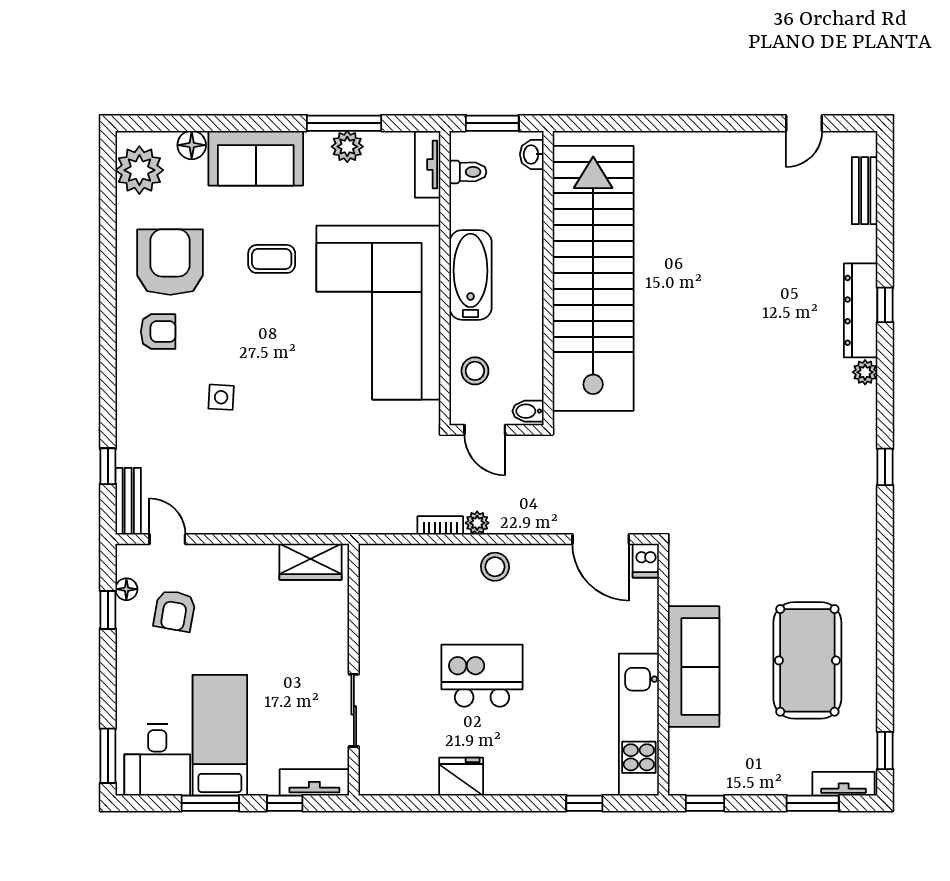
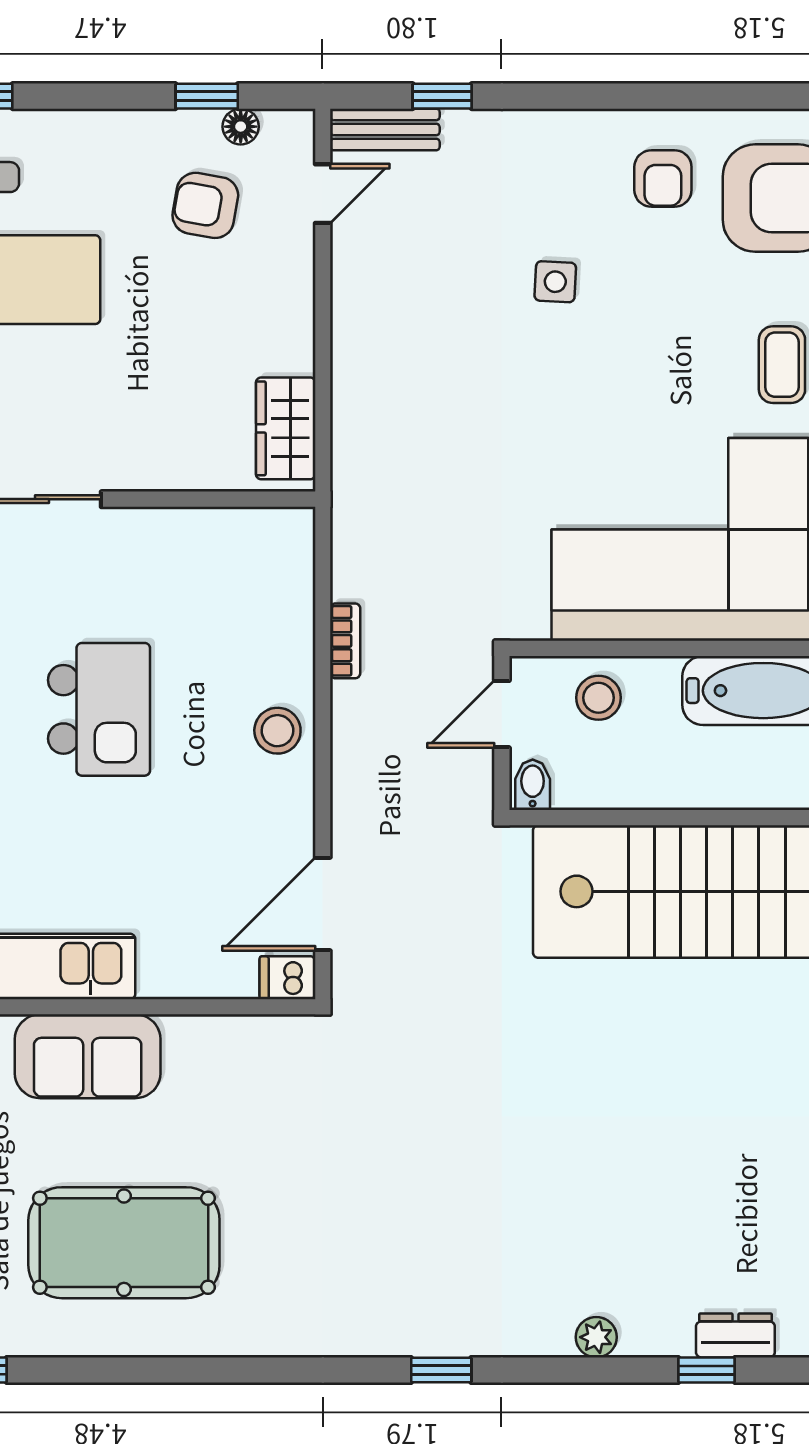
dresser: (861, 310) -> (735, 1335), width x0.51, depth x0.80
plant: (477, 523) -> (349, 701), removed
sofa: (694, 667) -> (88, 1056), width x0.73

